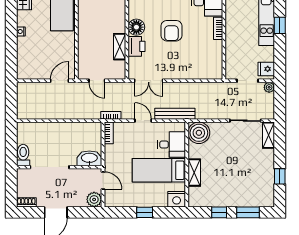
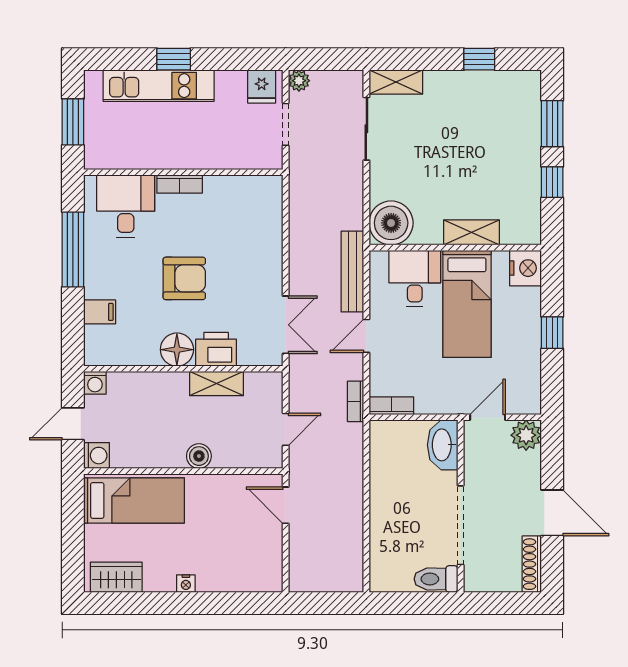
boiler: (84, 38) -> (199, 456), added
shoe rack: (26, 202) -> (532, 564), width x1.43

